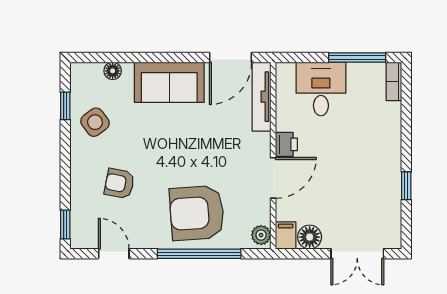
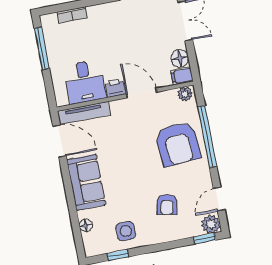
bookcase: (394, 81) -> (72, 15), moved
desk: (321, 89) -> (85, 82), moved, turned -90
side table: (95, 122) -> (126, 231), turned 37
plant: (83, 236) -> (211, 224), added

